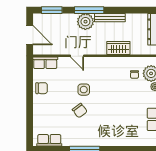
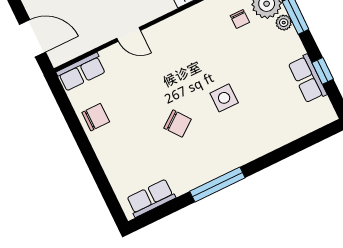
side table: (84, 90) -> (224, 98), moved

